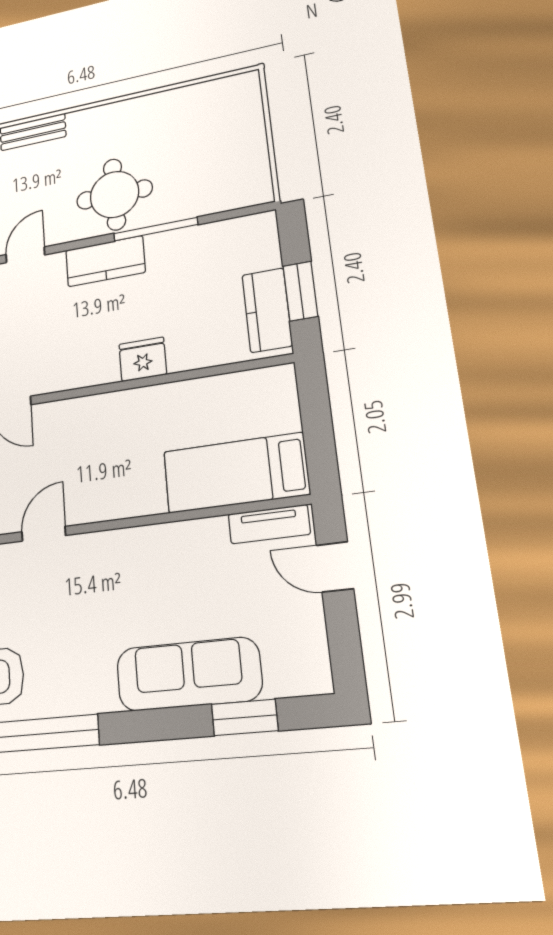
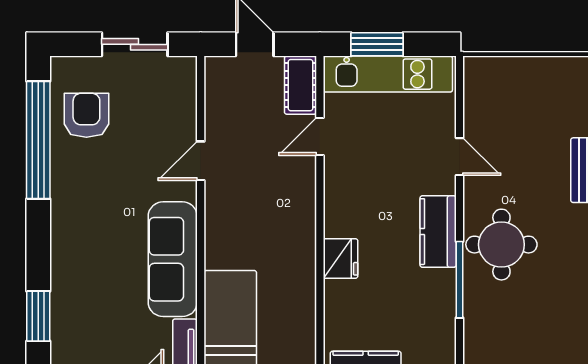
door: (44, 534) -> (201, 161), swing flipped
sofa: (189, 674) -> (173, 259), moved, turned 180

